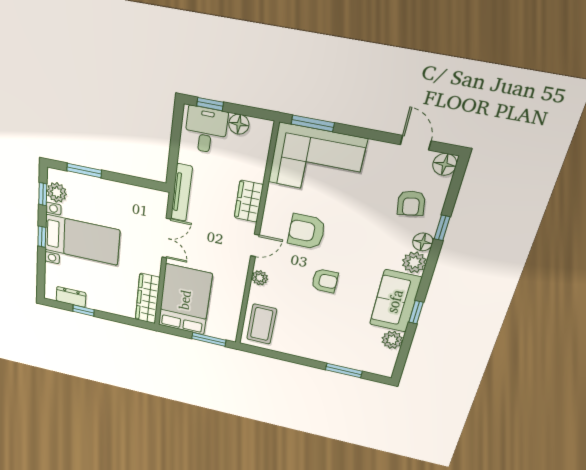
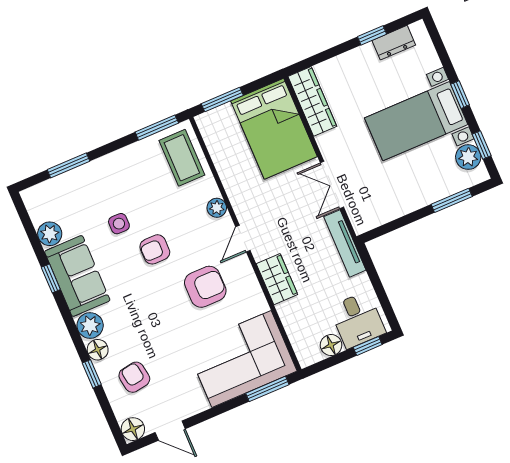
side table: (338, 314) -> (119, 224), added
window: (266, 352) -> (157, 128), added

